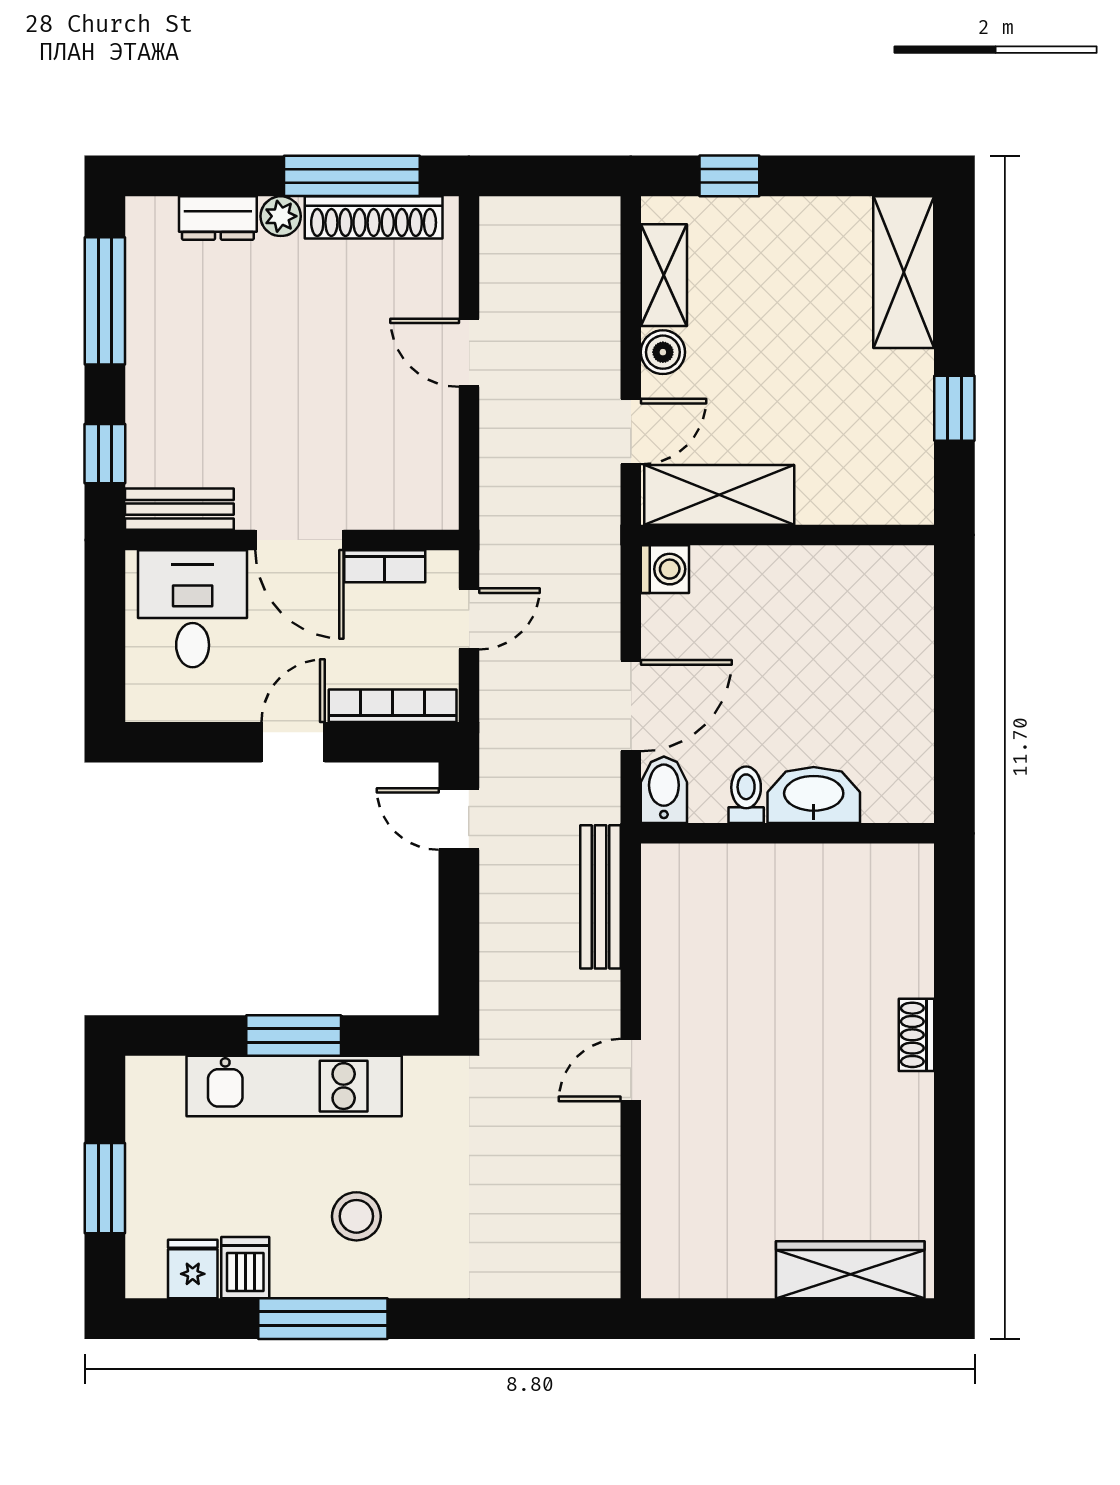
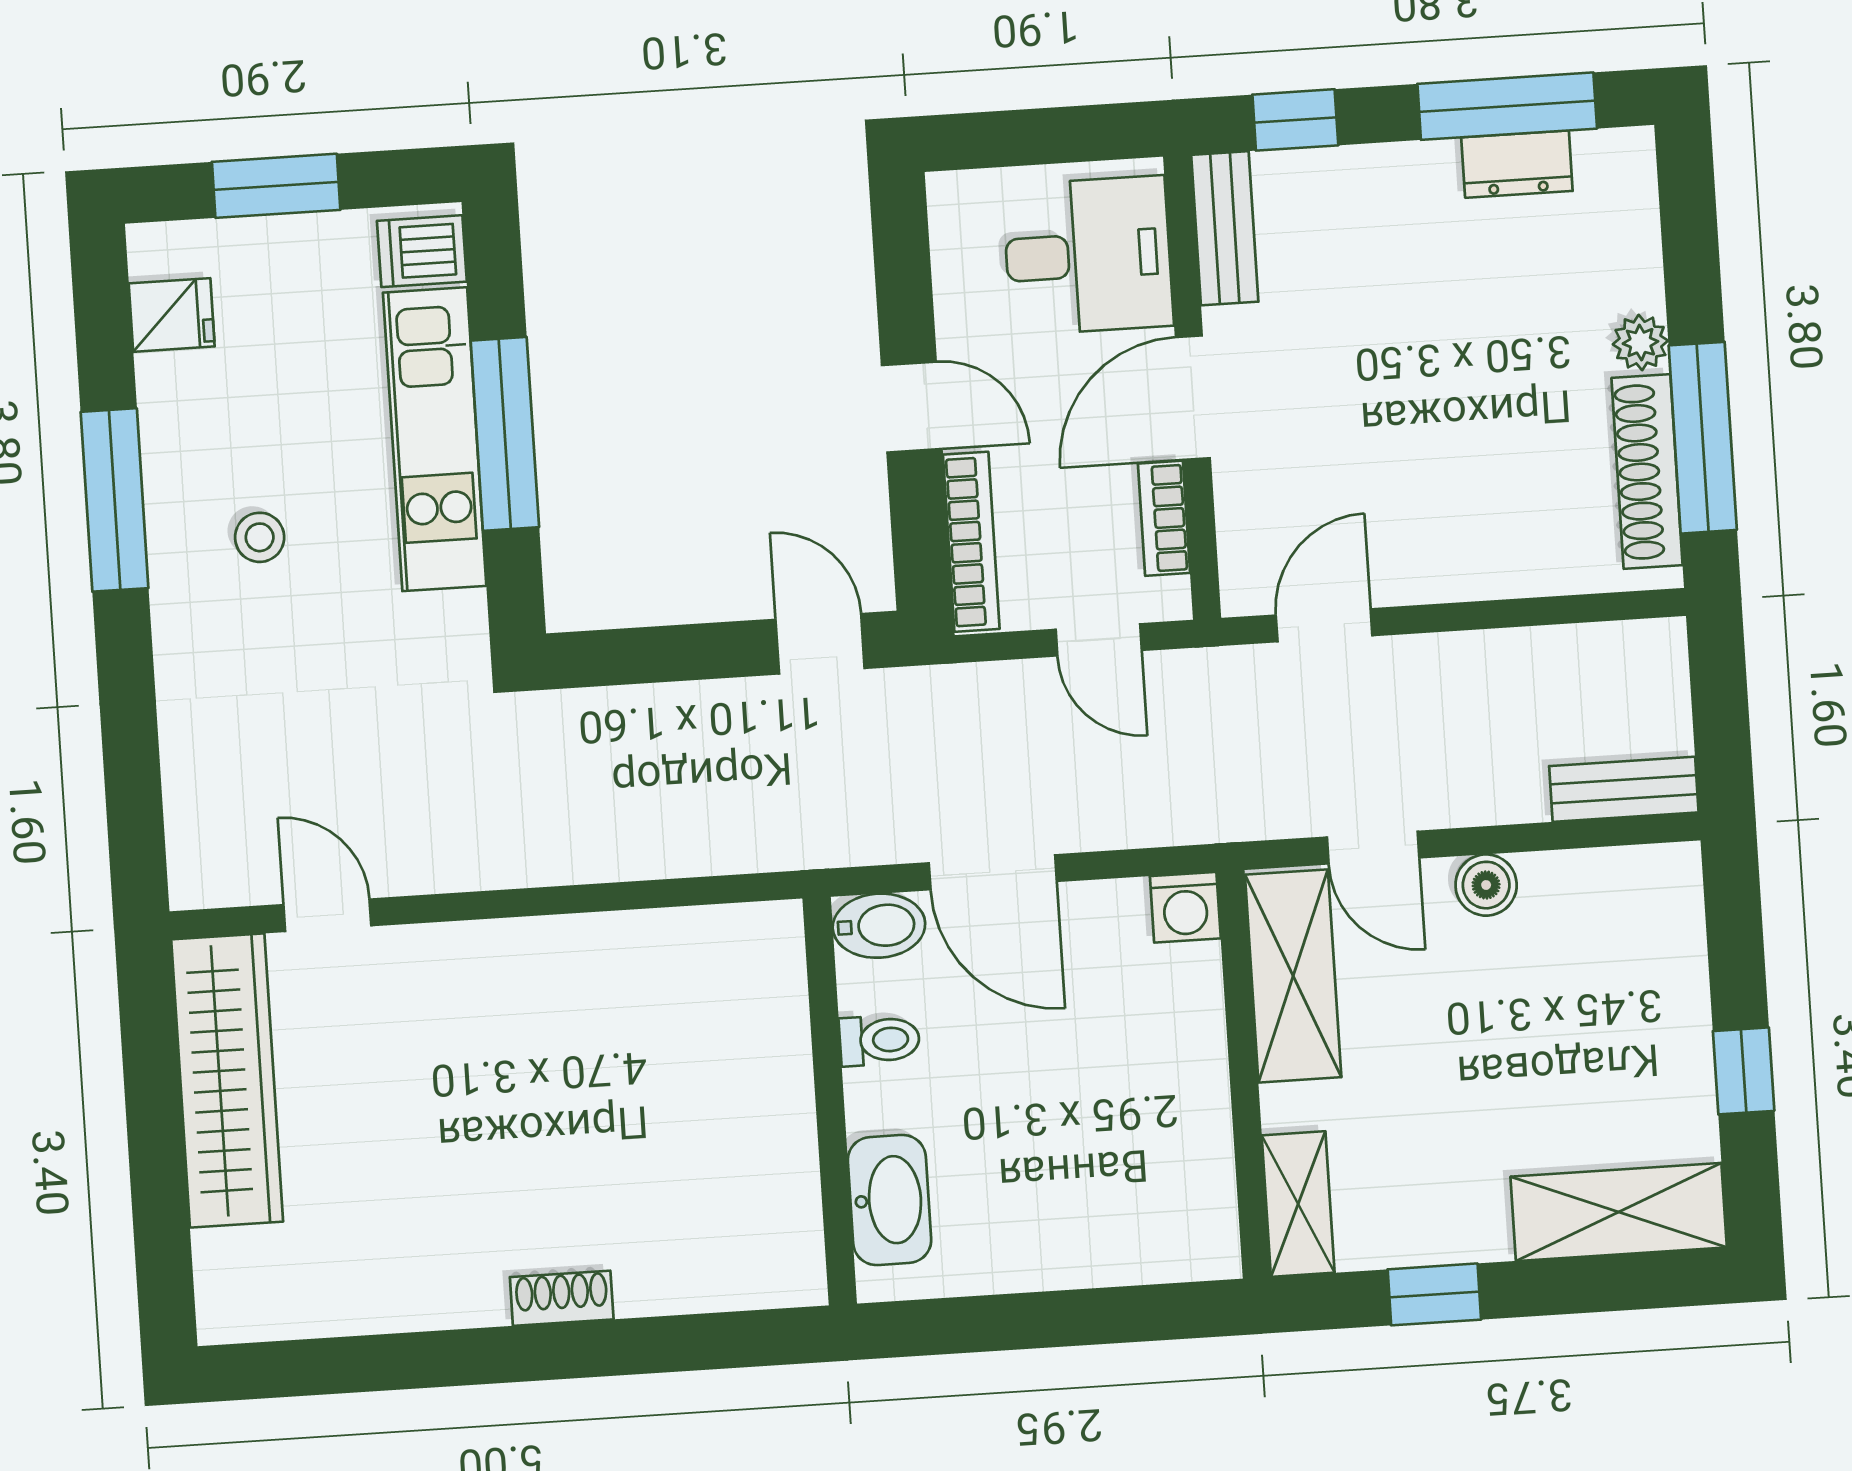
window: (729, 176) -> (1744, 1071), moved
dresser: (218, 218) -> (1517, 164), moved, turned -90
shelving: (664, 275) -> (1298, 1204), moved, turned 90
door: (469, 353) -> (1324, 625), moved
washbasin: (814, 795) -> (890, 1200), moved
door: (459, 819) -> (820, 644), hinge flipped
bench: (601, 897) -> (1624, 789), moved, width x0.73
window: (294, 1036) -> (505, 434), width x1.44
door: (631, 1070) -> (327, 915), moved
stool: (356, 1216) -> (260, 537), width x0.73, depth x0.73
dishwasher: (245, 1268) -> (422, 251), moved, turned 180
wardrobe: (850, 1270) -> (227, 1080), moved, width x1.40, depth x1.17

